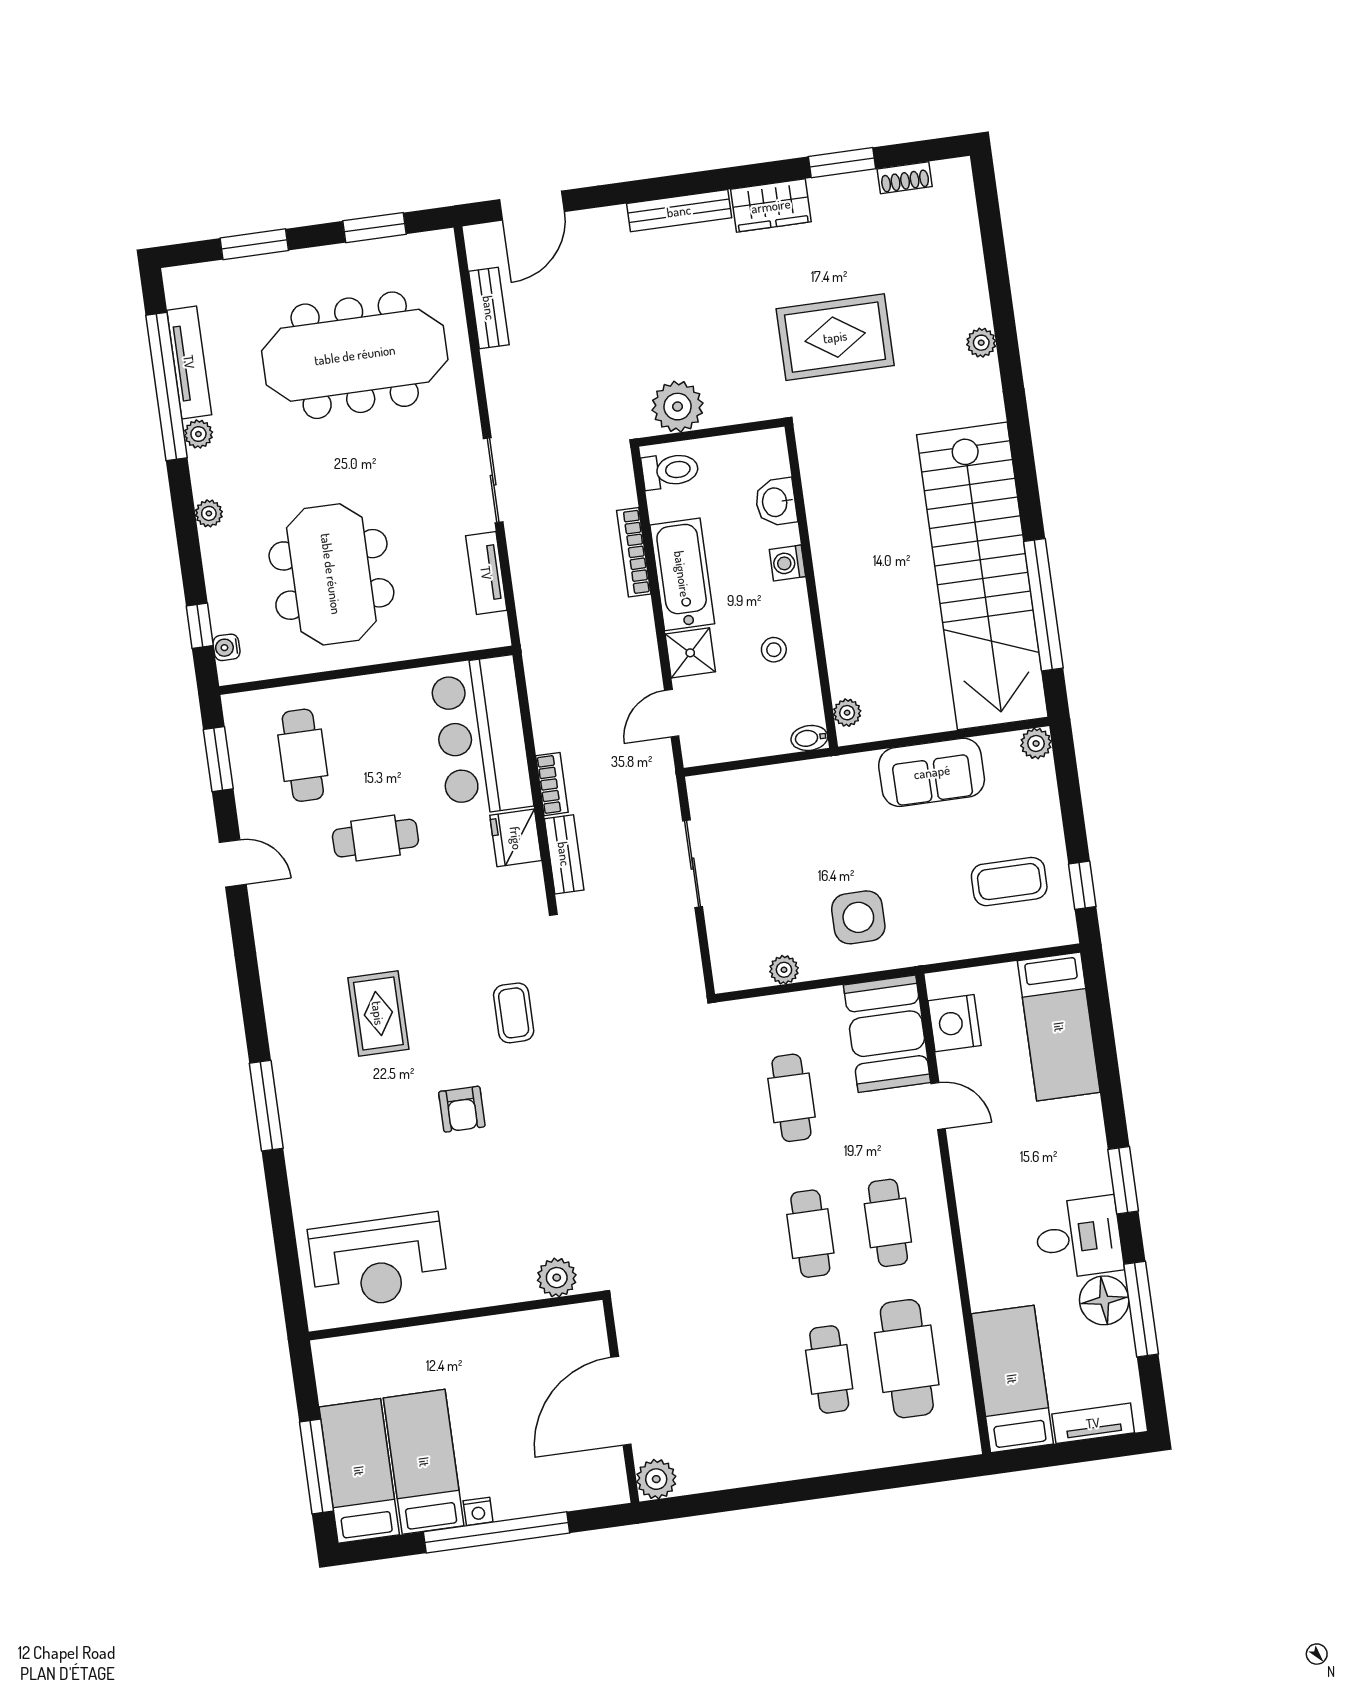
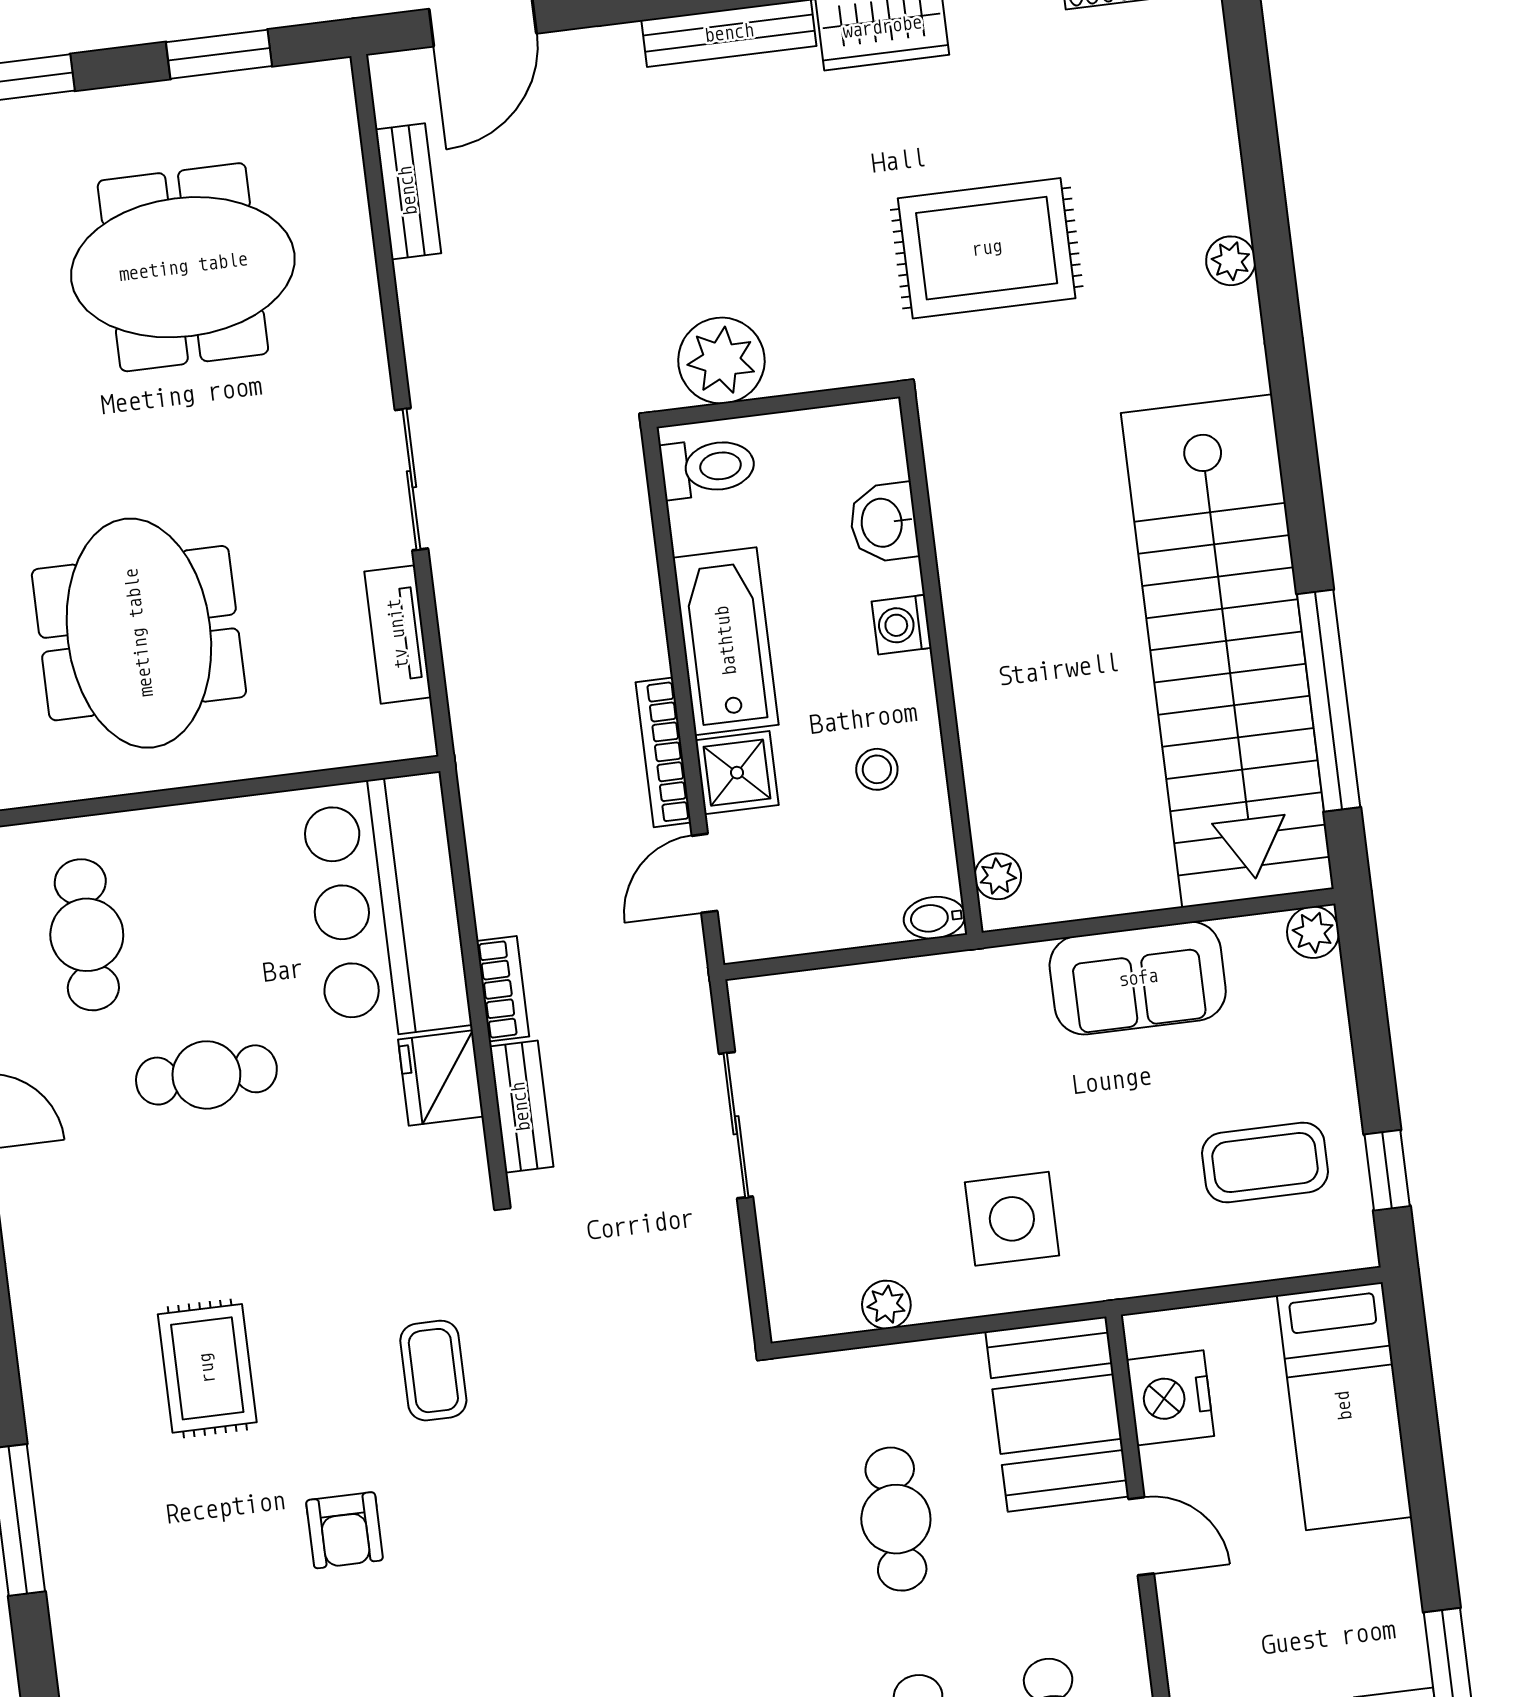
meeting table: (355, 355) -> (183, 267), width x0.73
bookcase: (634, 552) -> (663, 752), moved

